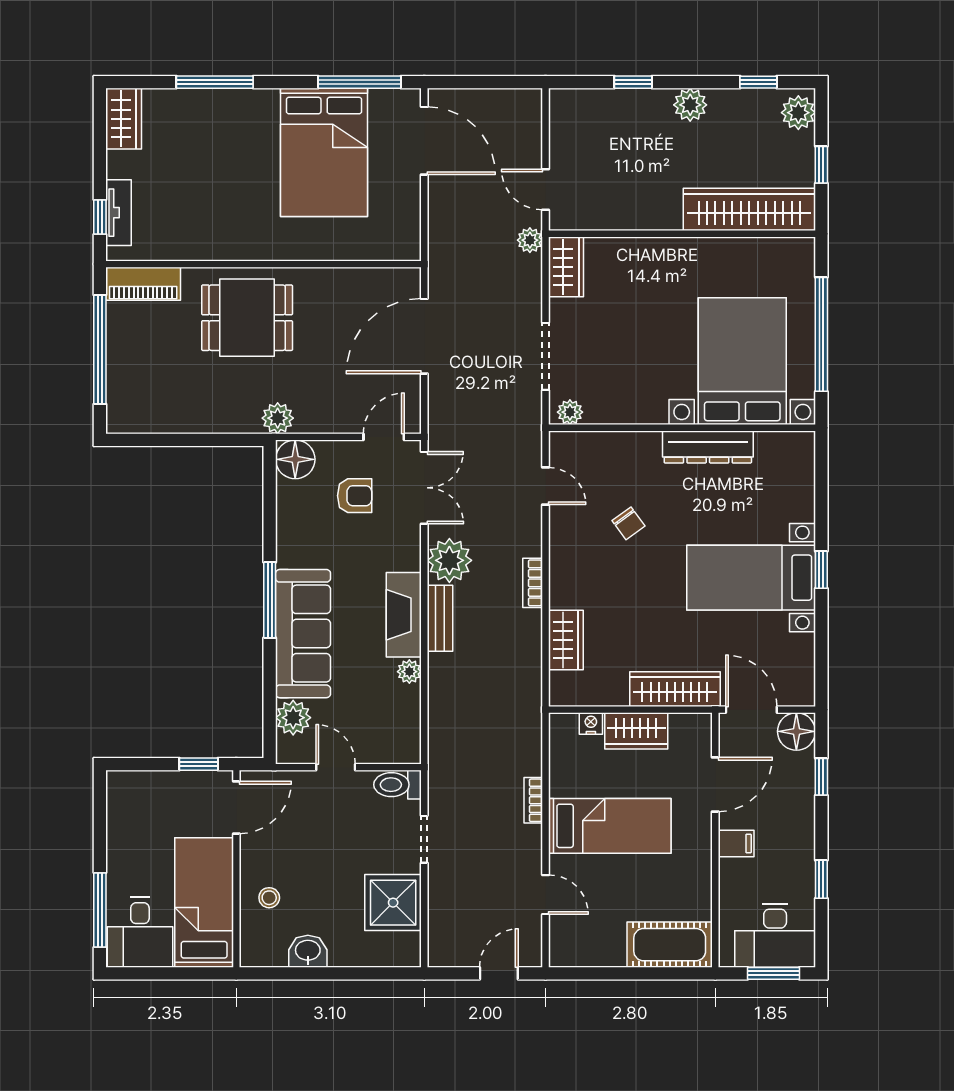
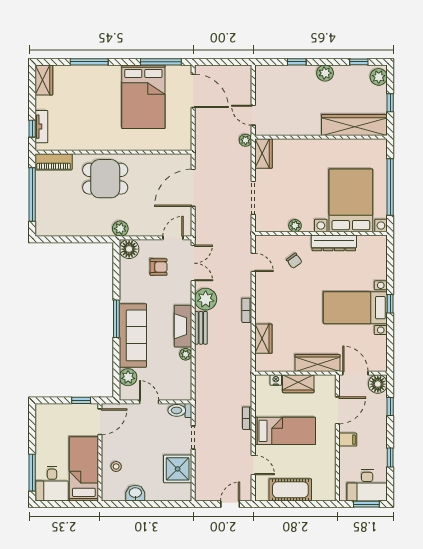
plant: (570, 412) -> (295, 226), moved
chair: (628, 523) -> (294, 261), moved
cot: (670, 945) -> (290, 490), moved

